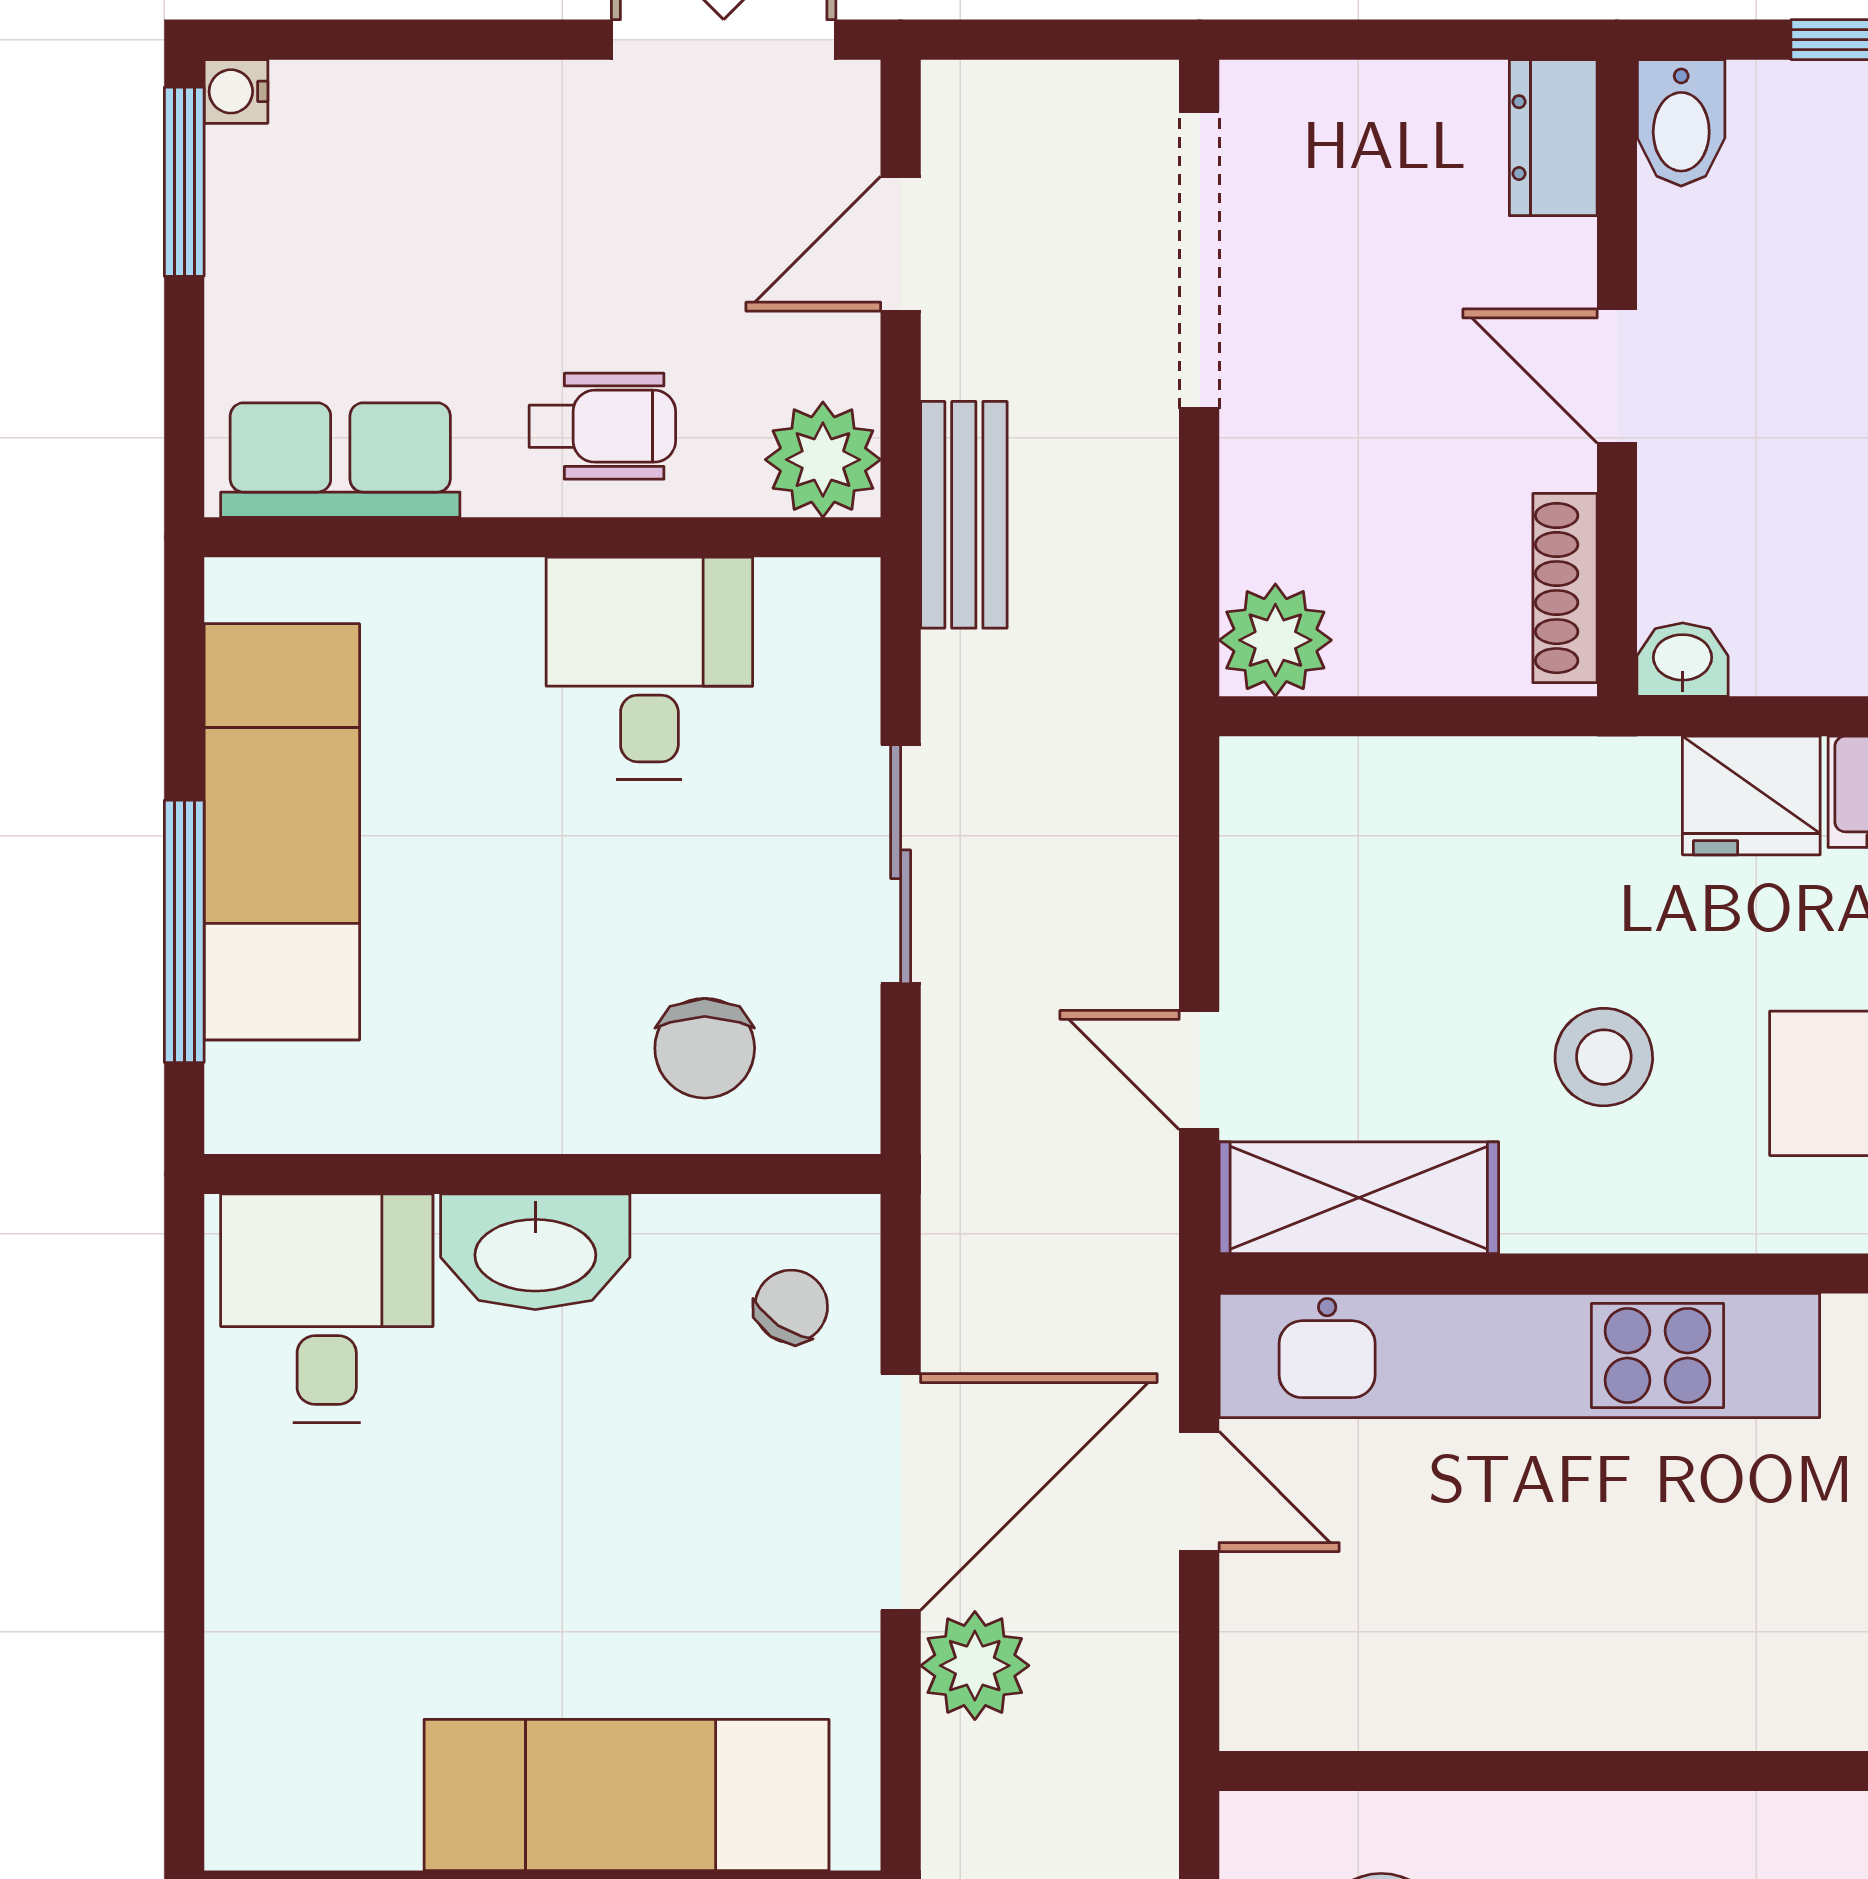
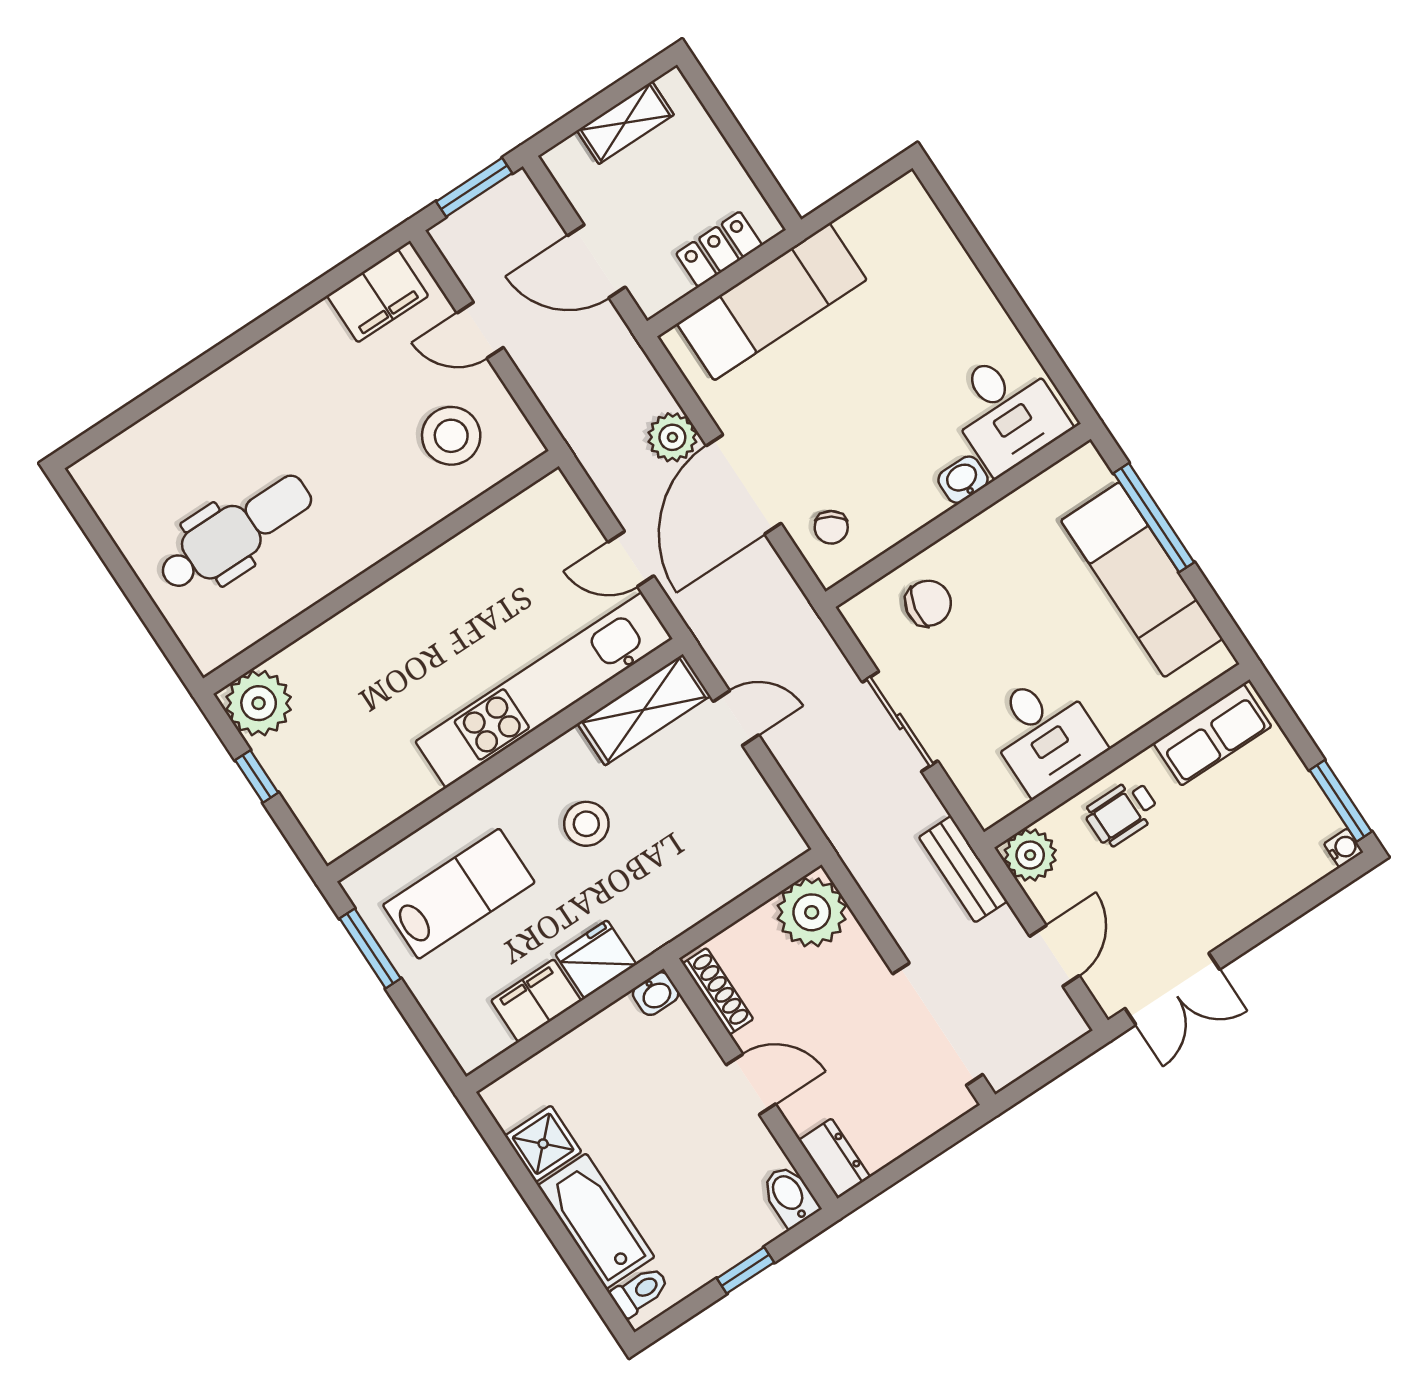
plant: (1275, 640) -> (812, 912), width x1.36, depth x1.36
chair: (705, 1048) -> (928, 603), turned 100
washbasin: (535, 1252) -> (963, 480), width x0.52, depth x0.69

